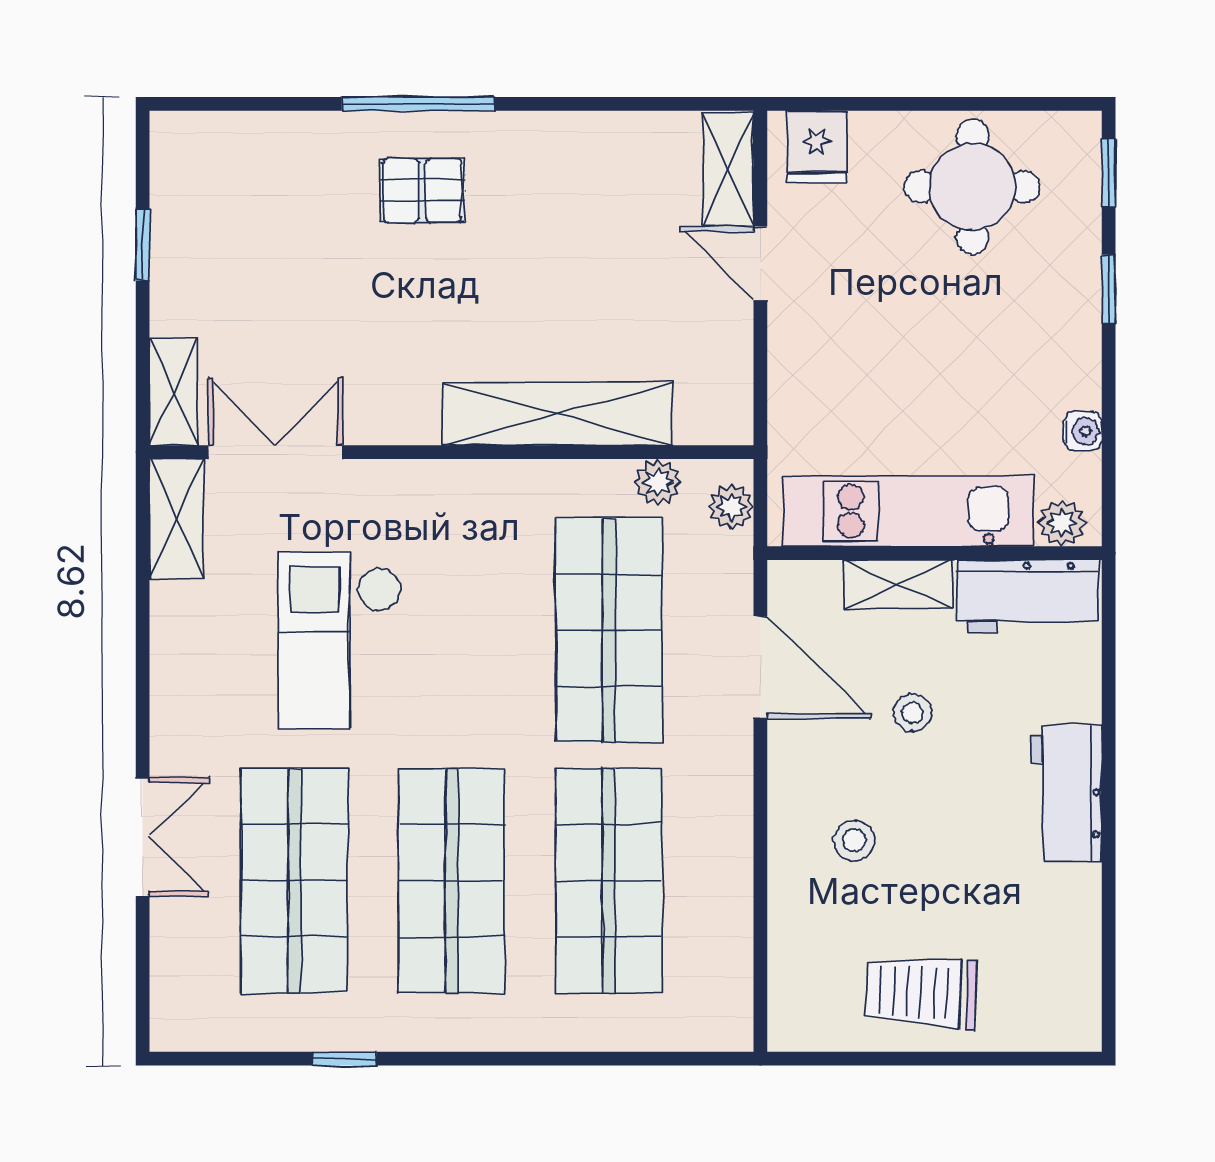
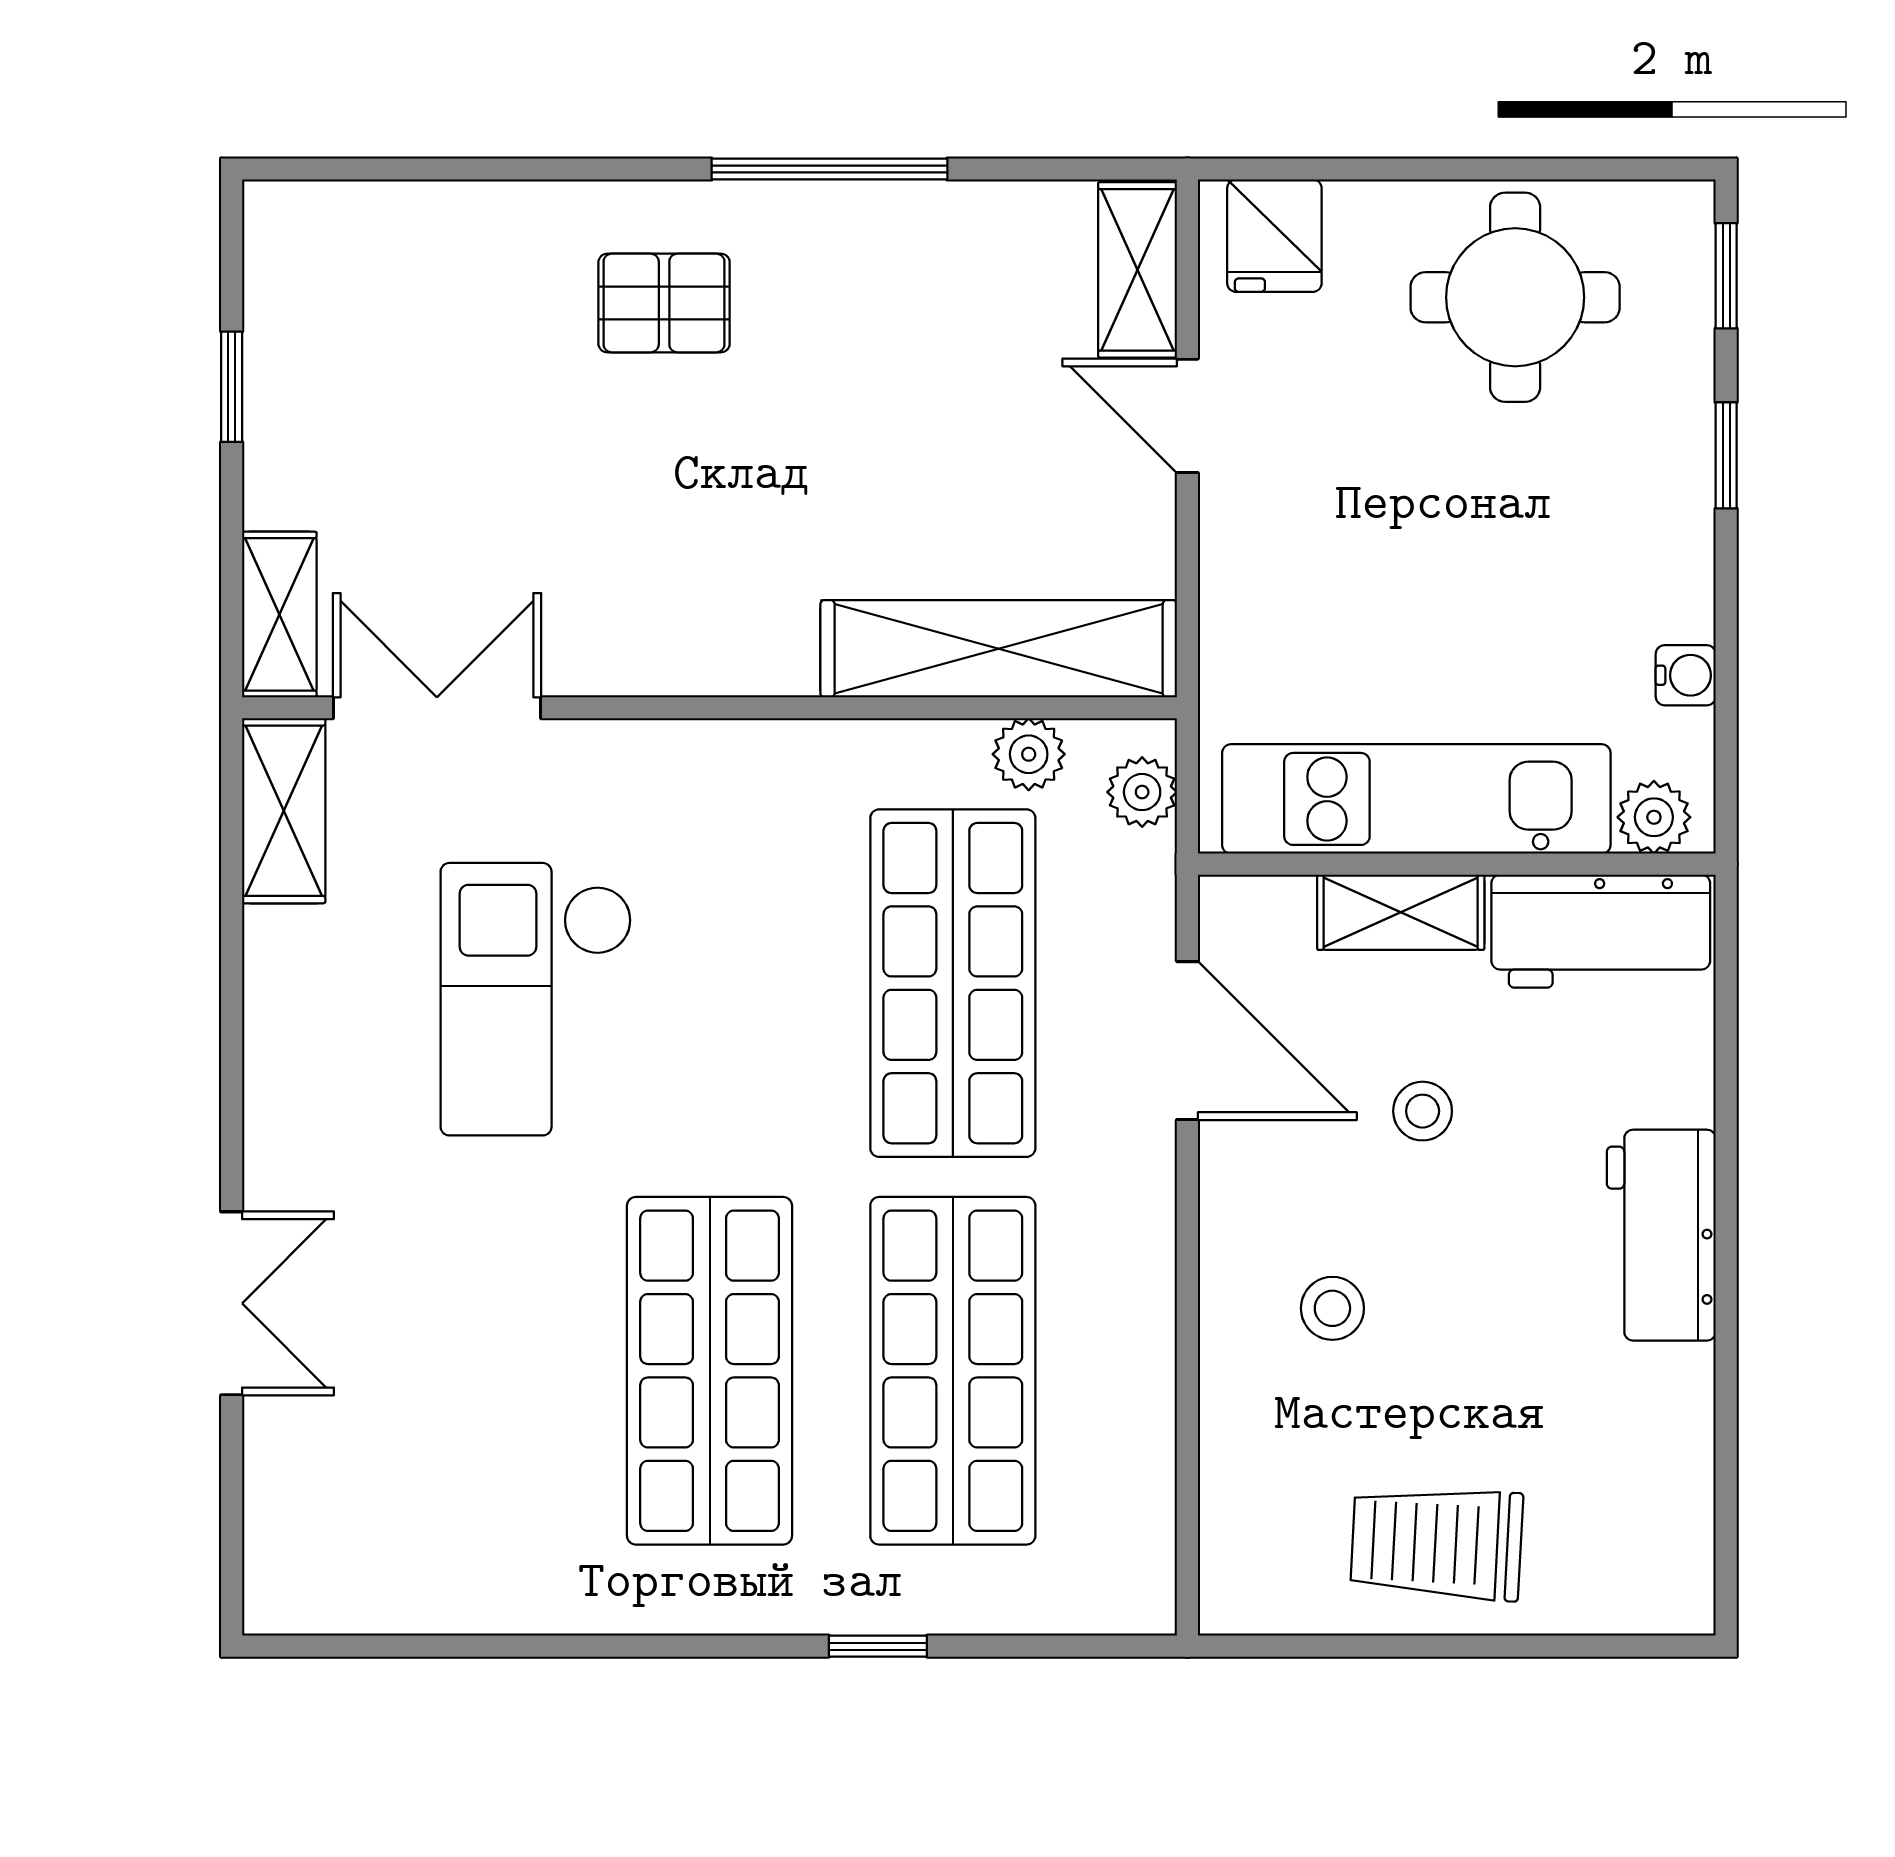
window: (418, 104) -> (829, 169), moved
shelving: (557, 414) -> (999, 649), moved
shop shelf: (294, 881) -> (466, 1371), removed
window: (345, 1059) -> (878, 1646), moved

